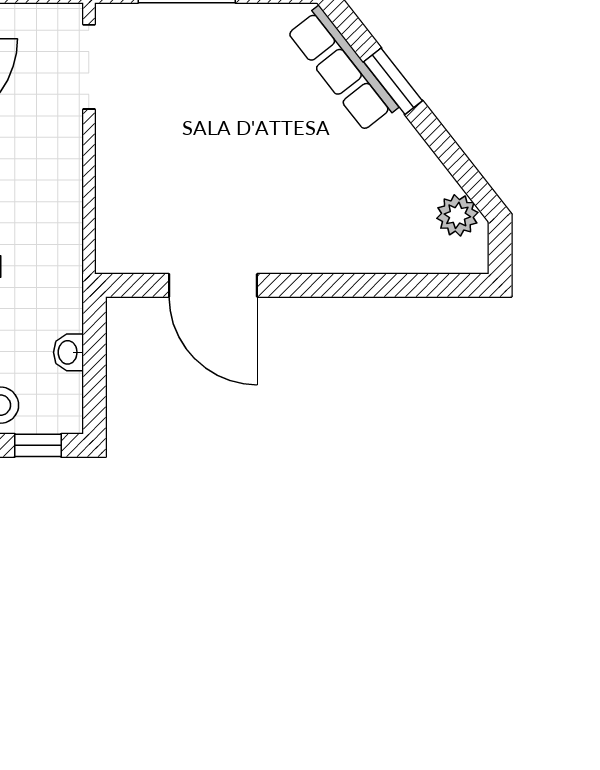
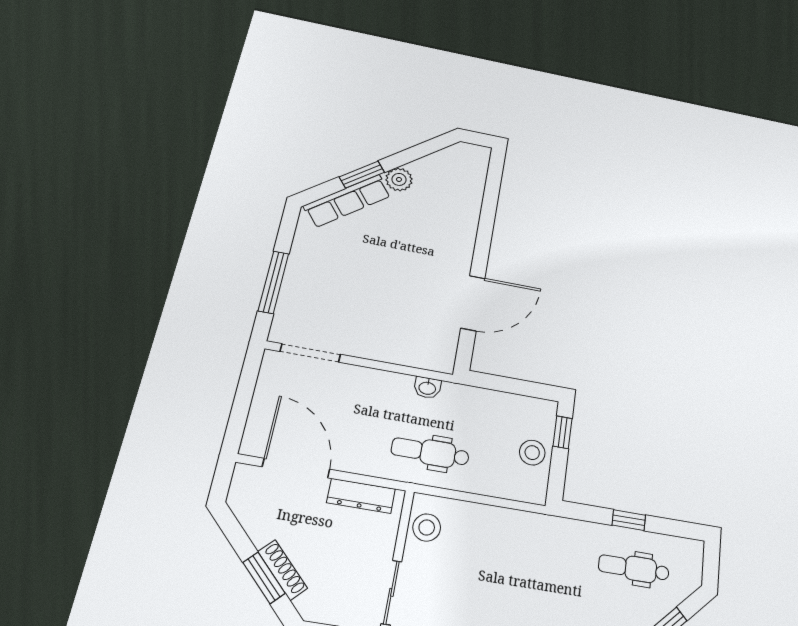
plant: (457, 215) -> (399, 179), moved
washbasin: (68, 352) -> (427, 388), moved

